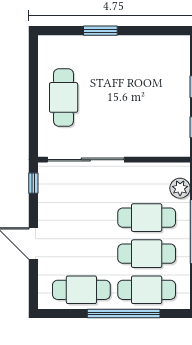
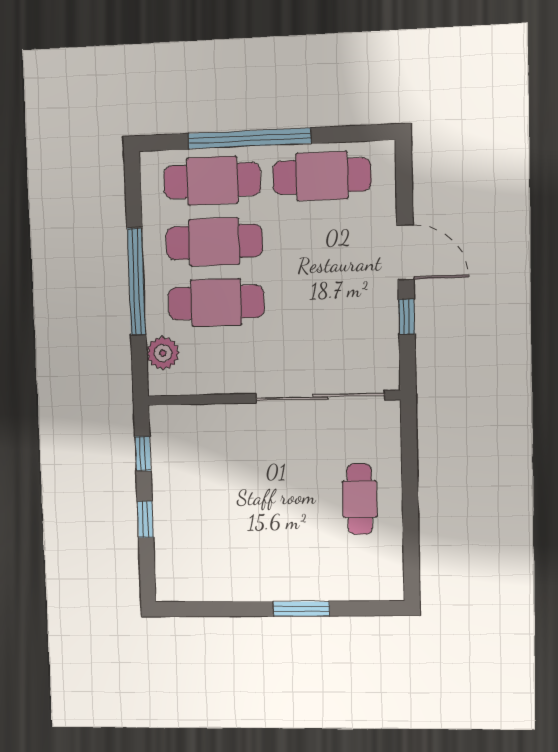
cafe table: (64, 97) -> (360, 499), width x0.73, depth x0.74
window: (33, 183) -> (407, 317), moved

